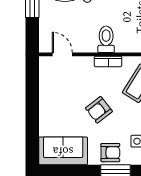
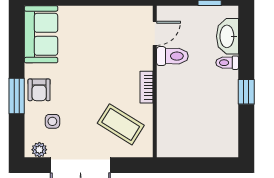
toilet: (106, 39) -> (172, 56), moved
armchair: (99, 110) -> (89, 76), removed

